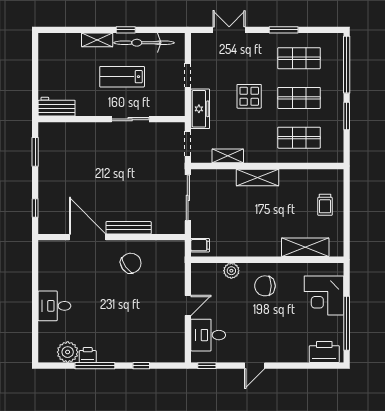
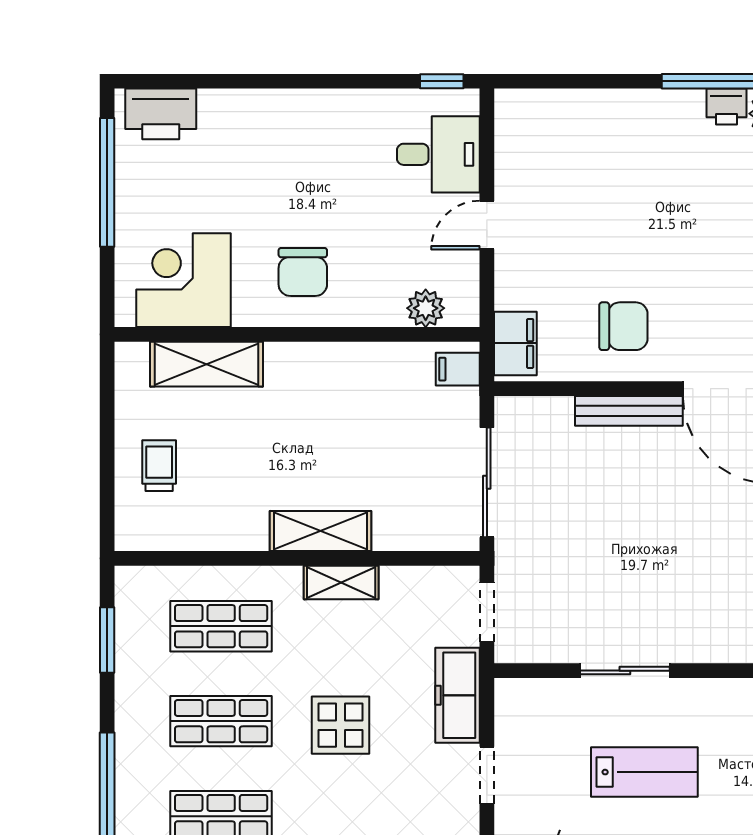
window: (347, 116) -> (107, 640), moved
shelving: (228, 156) -> (341, 582), moved
filing cabinet: (176, 256) -> (515, 343), added
chair: (131, 263) -> (623, 326), turned -145
plant: (231, 271) -> (426, 308), moved
chair: (265, 286) -> (303, 272), turned 90
corner desk: (324, 296) -> (184, 280), moved, turned -90
window: (141, 366) -> (598, 81), removed
door: (255, 366) -> (328, 81), removed

